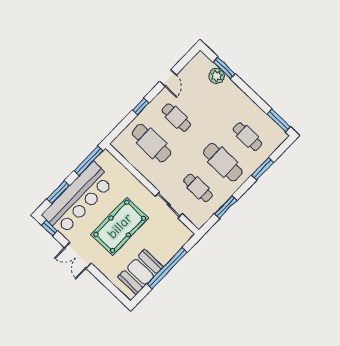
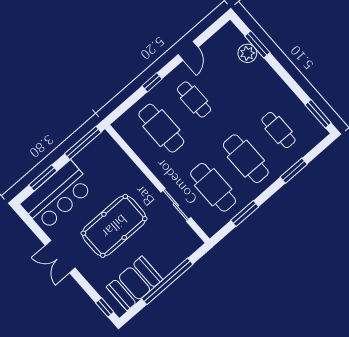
cafe table: (198, 188) -> (213, 187), width x1.37, depth x1.35
bar counter: (78, 198) -> (57, 196), width x0.73
window: (49, 228) -> (105, 307), moved

